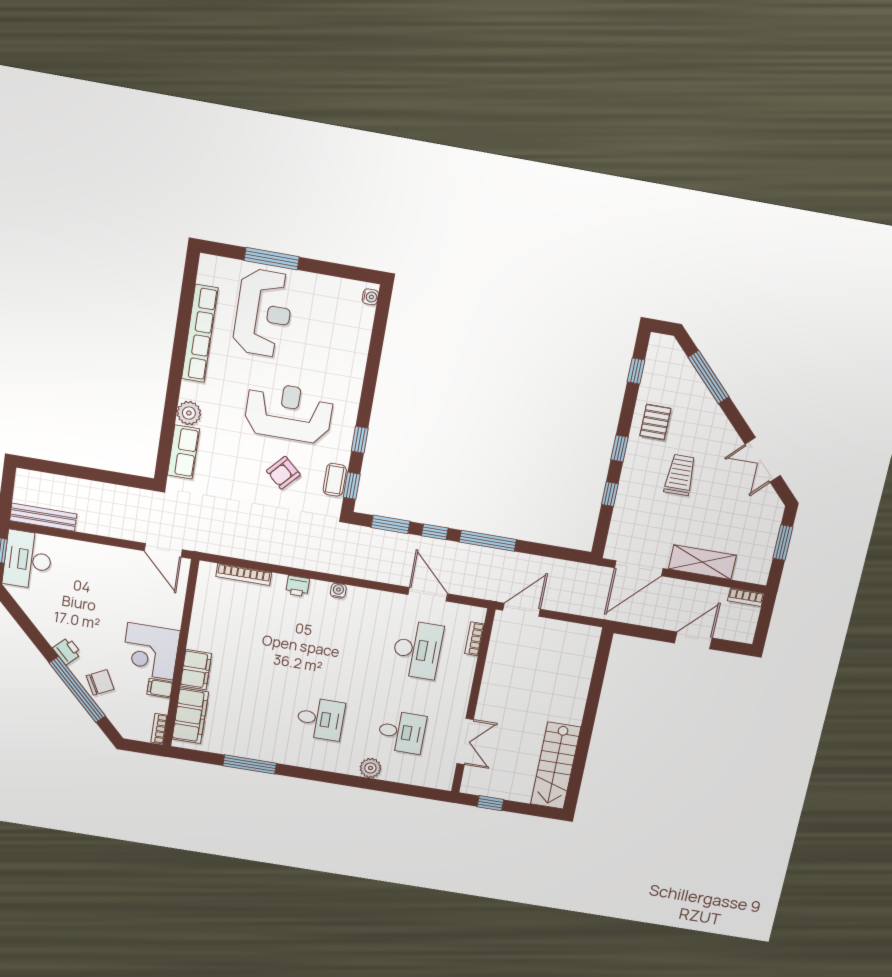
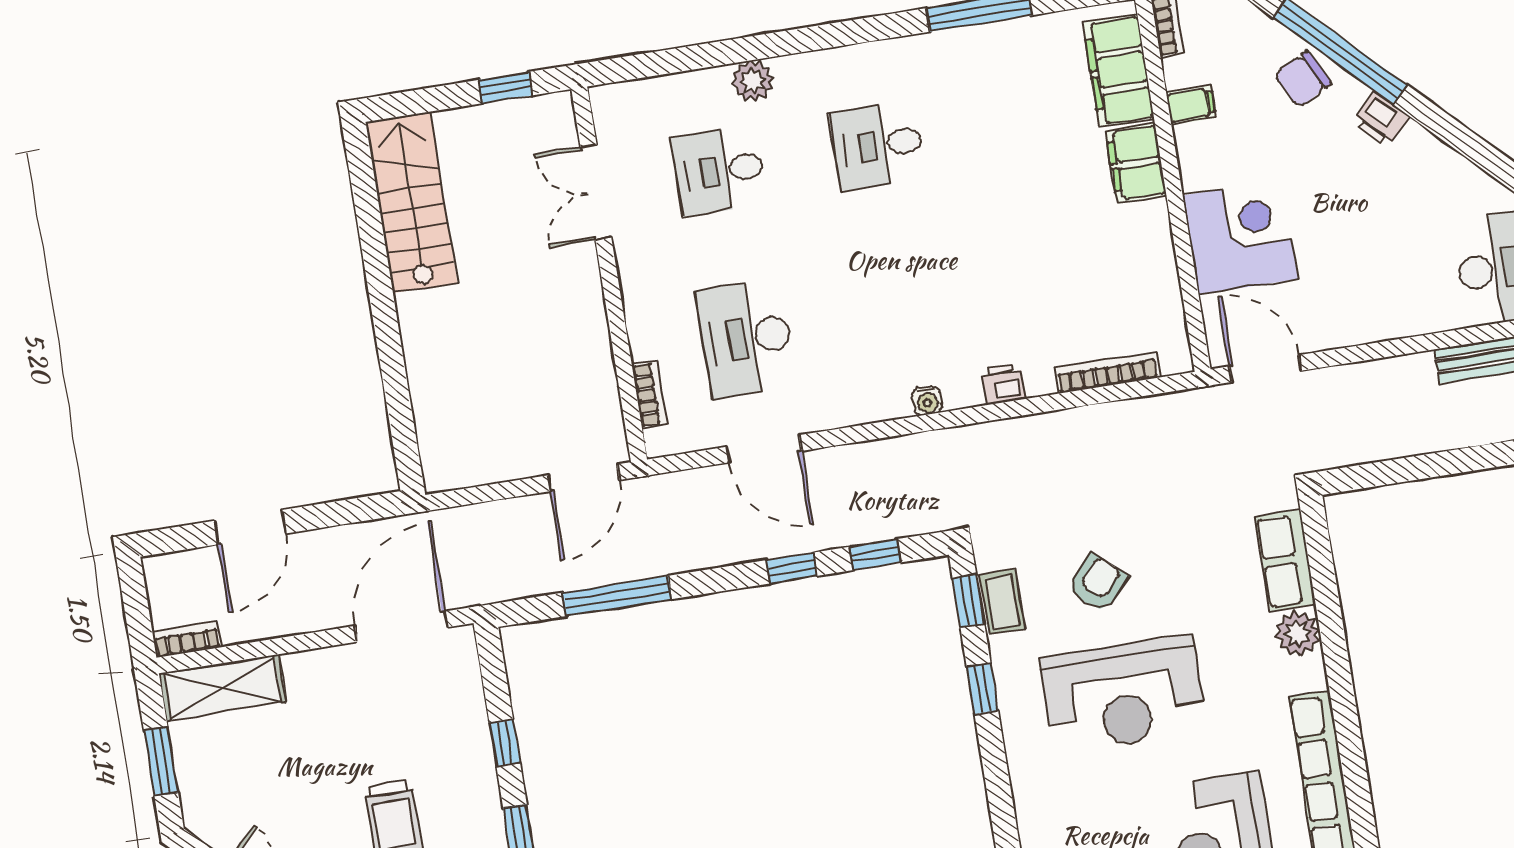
window: (390, 524) -> (875, 555), width x0.67
window: (488, 541) -> (617, 596), moved
shelving: (702, 562) -> (223, 688), moved
corner desk: (150, 651) -> (1240, 237), moved

